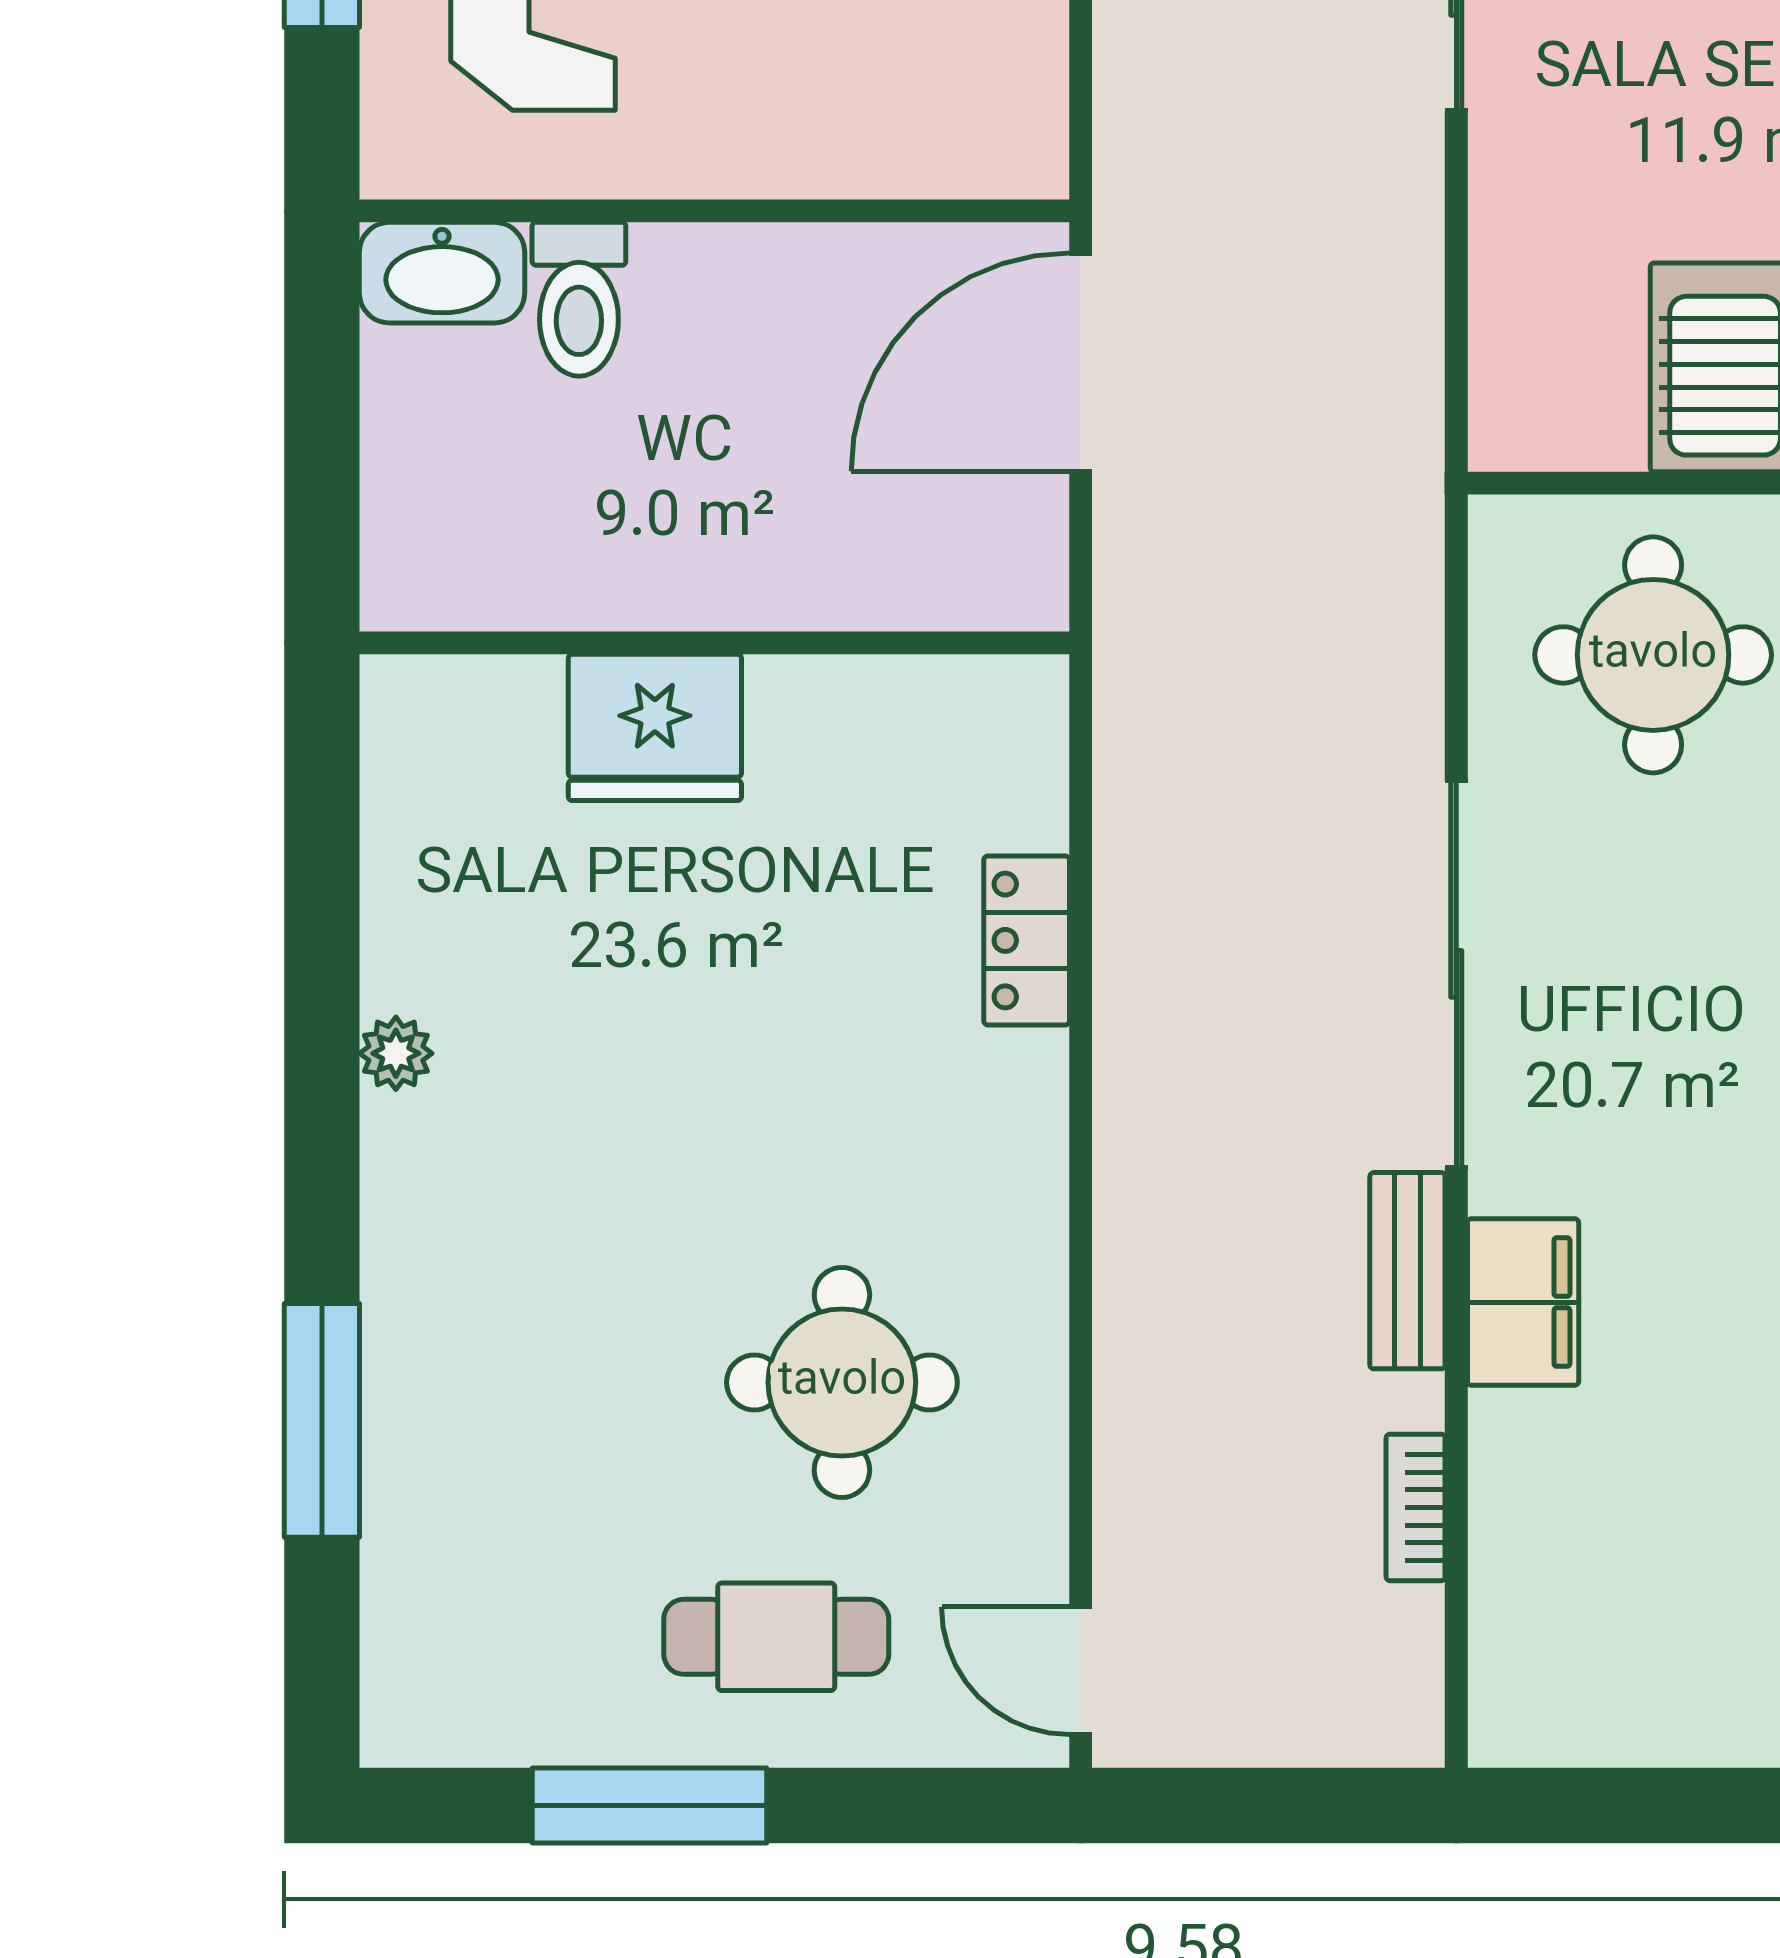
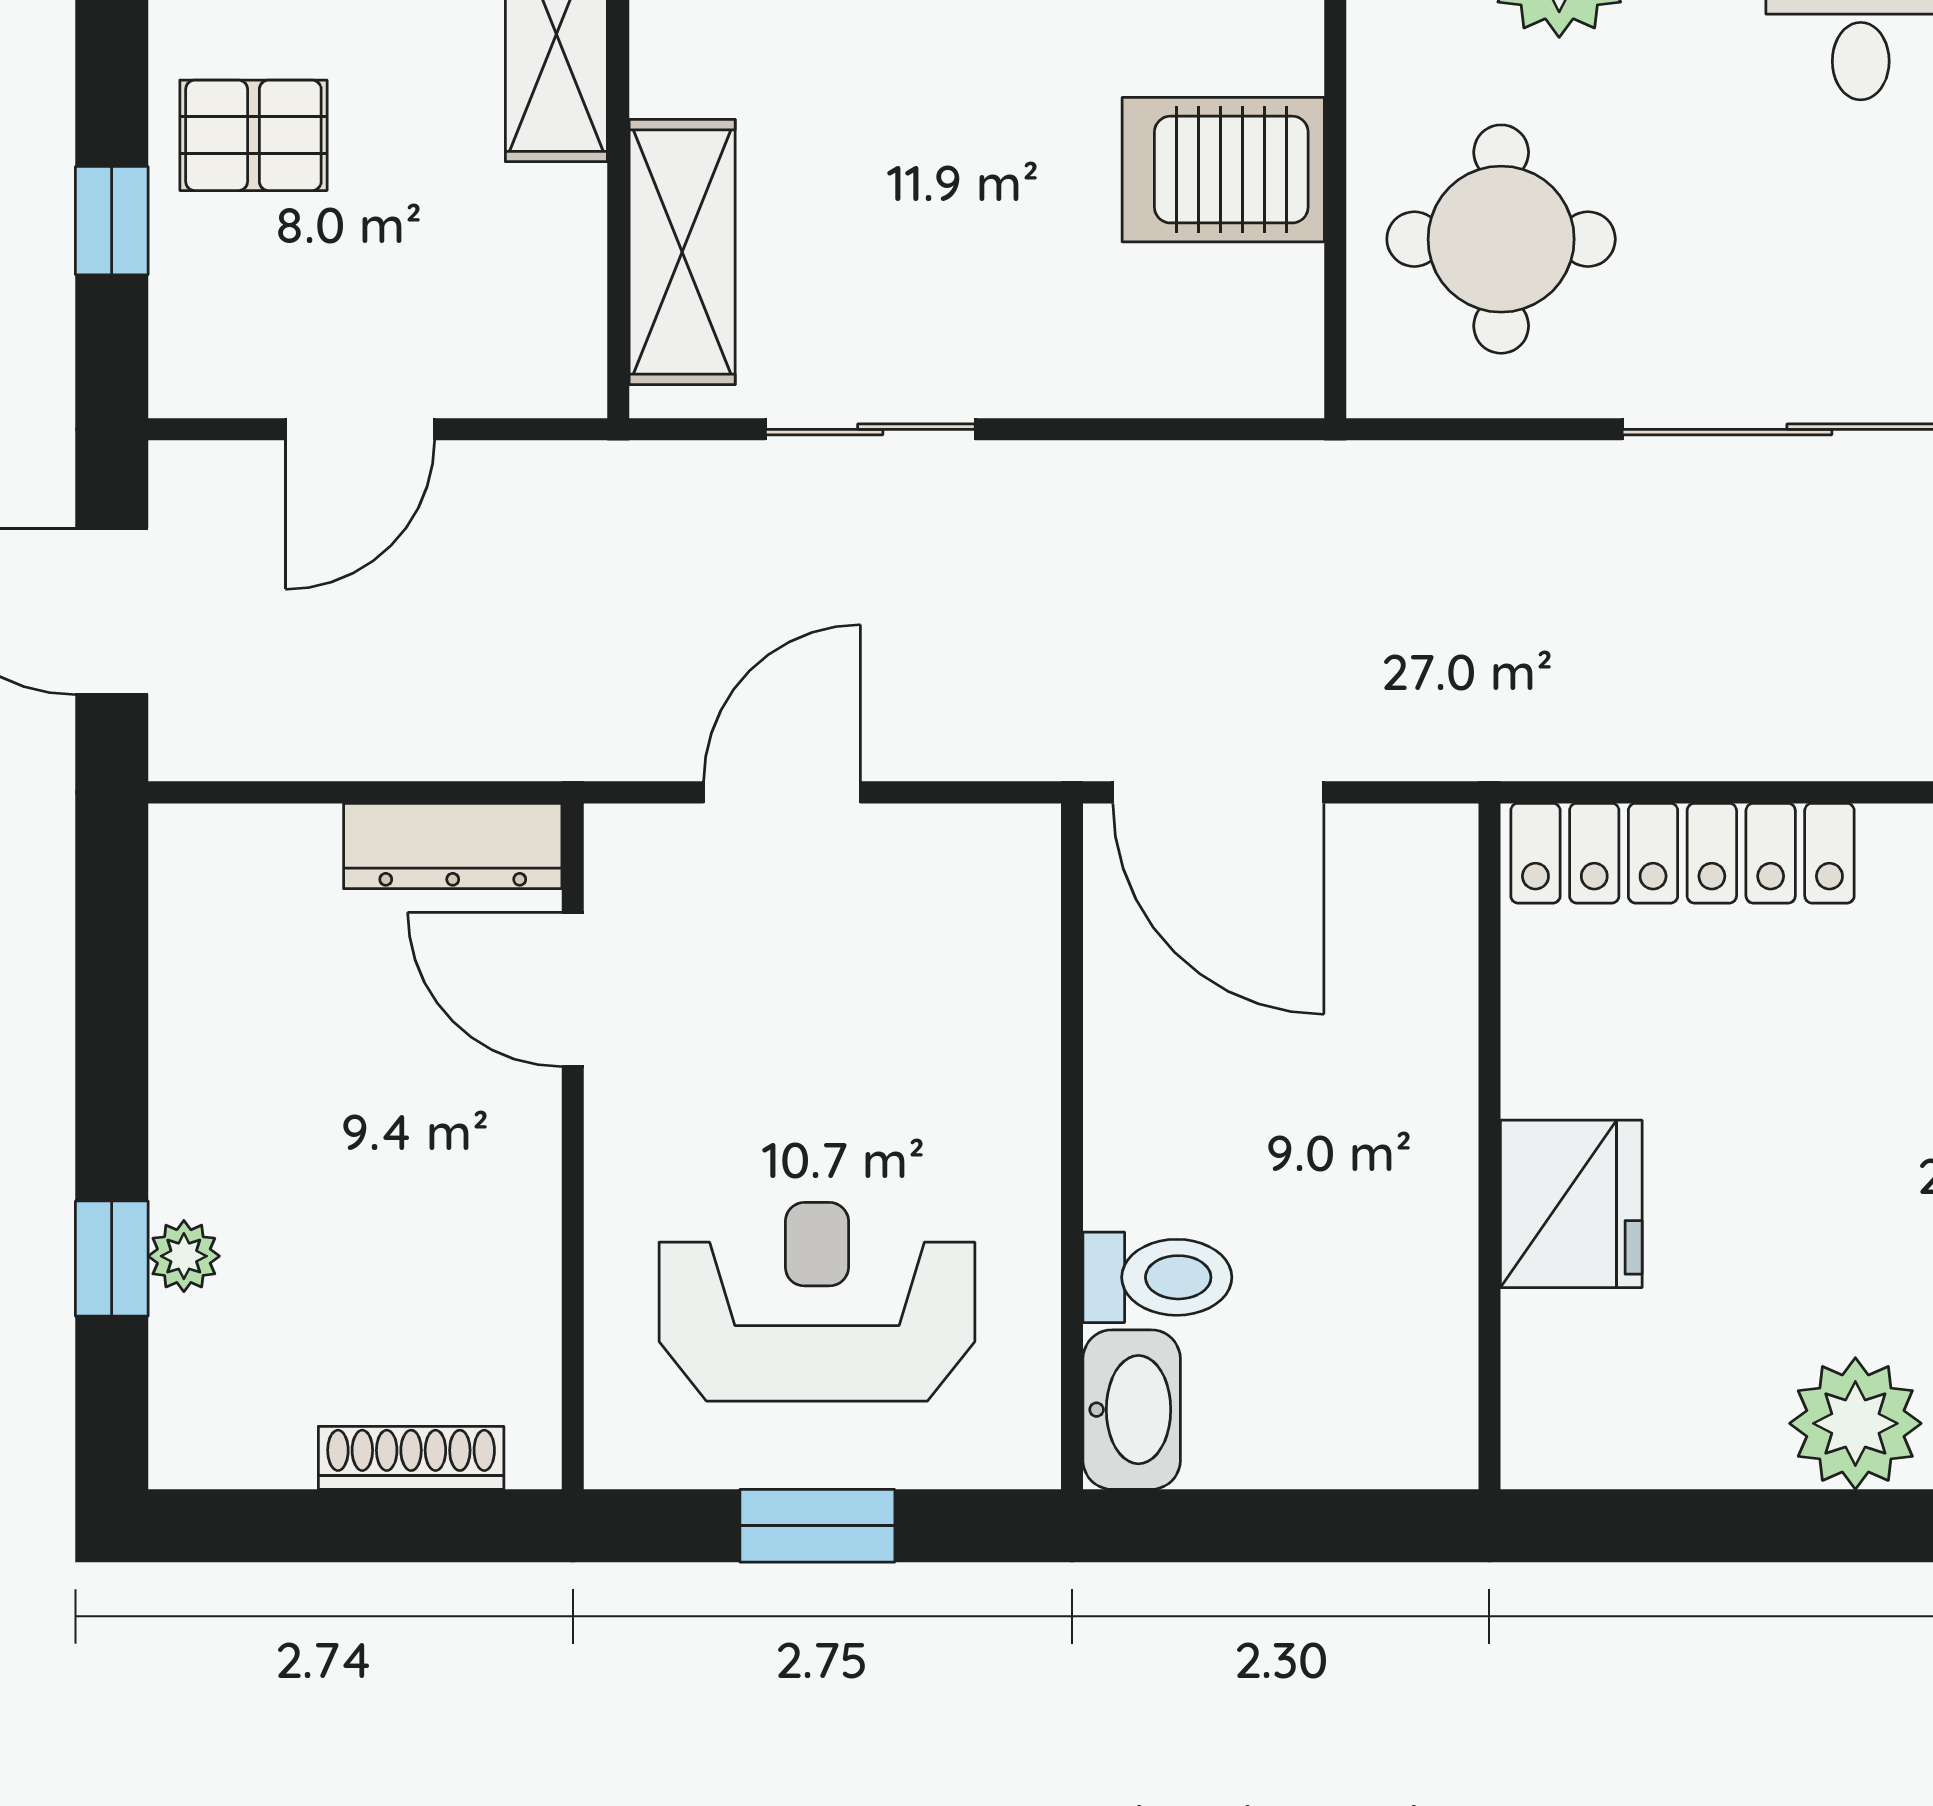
locker: (1027, 940) -> (1682, 853), width x2.16, depth x1.21
plant: (396, 1053) -> (1855, 1423), width x1.88, depth x1.88

